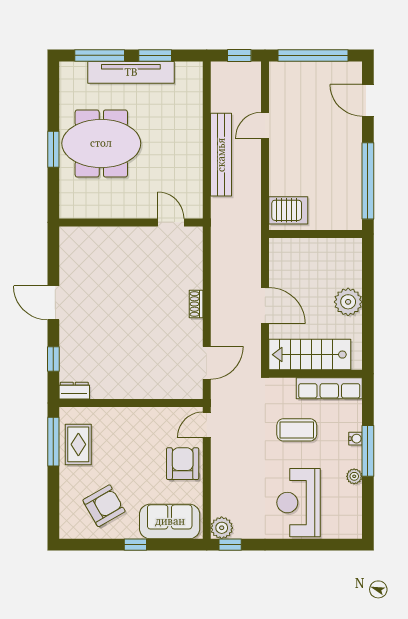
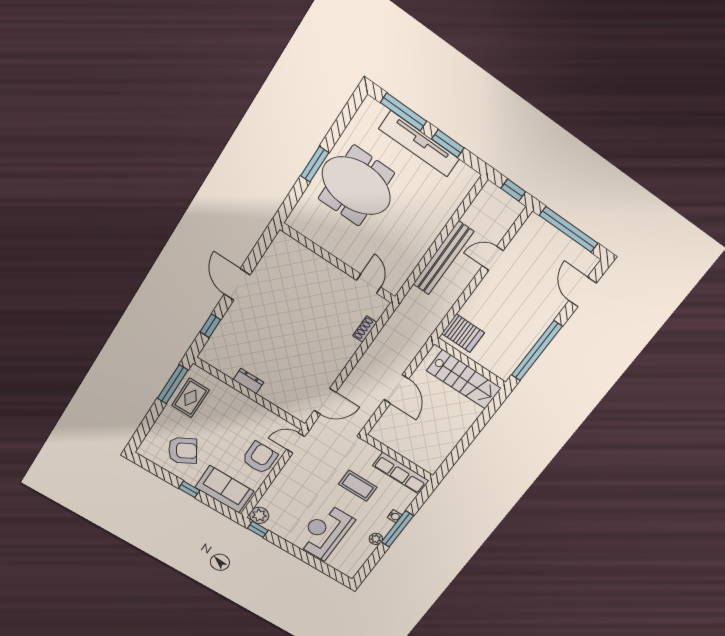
plant: (348, 302) -> (458, 425), removed
shoe rack: (196, 304) -> (365, 329), moved
stairs: (310, 355) -> (464, 379), moved, turned 180
dresser: (74, 391) -> (248, 381), moved

